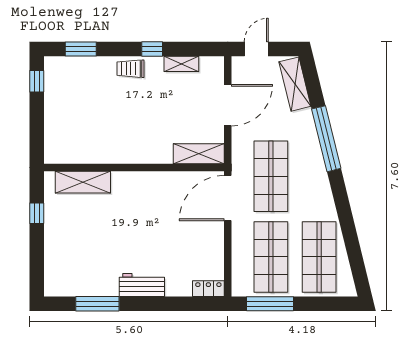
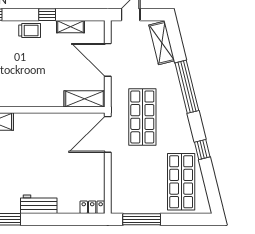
trolley: (131, 69) -> (30, 30), turned 180
door: (228, 105) -> (108, 60), swing flipped
window: (345, 217) -> (202, 150), added
shop shelf: (271, 257) -> (142, 182), removed

